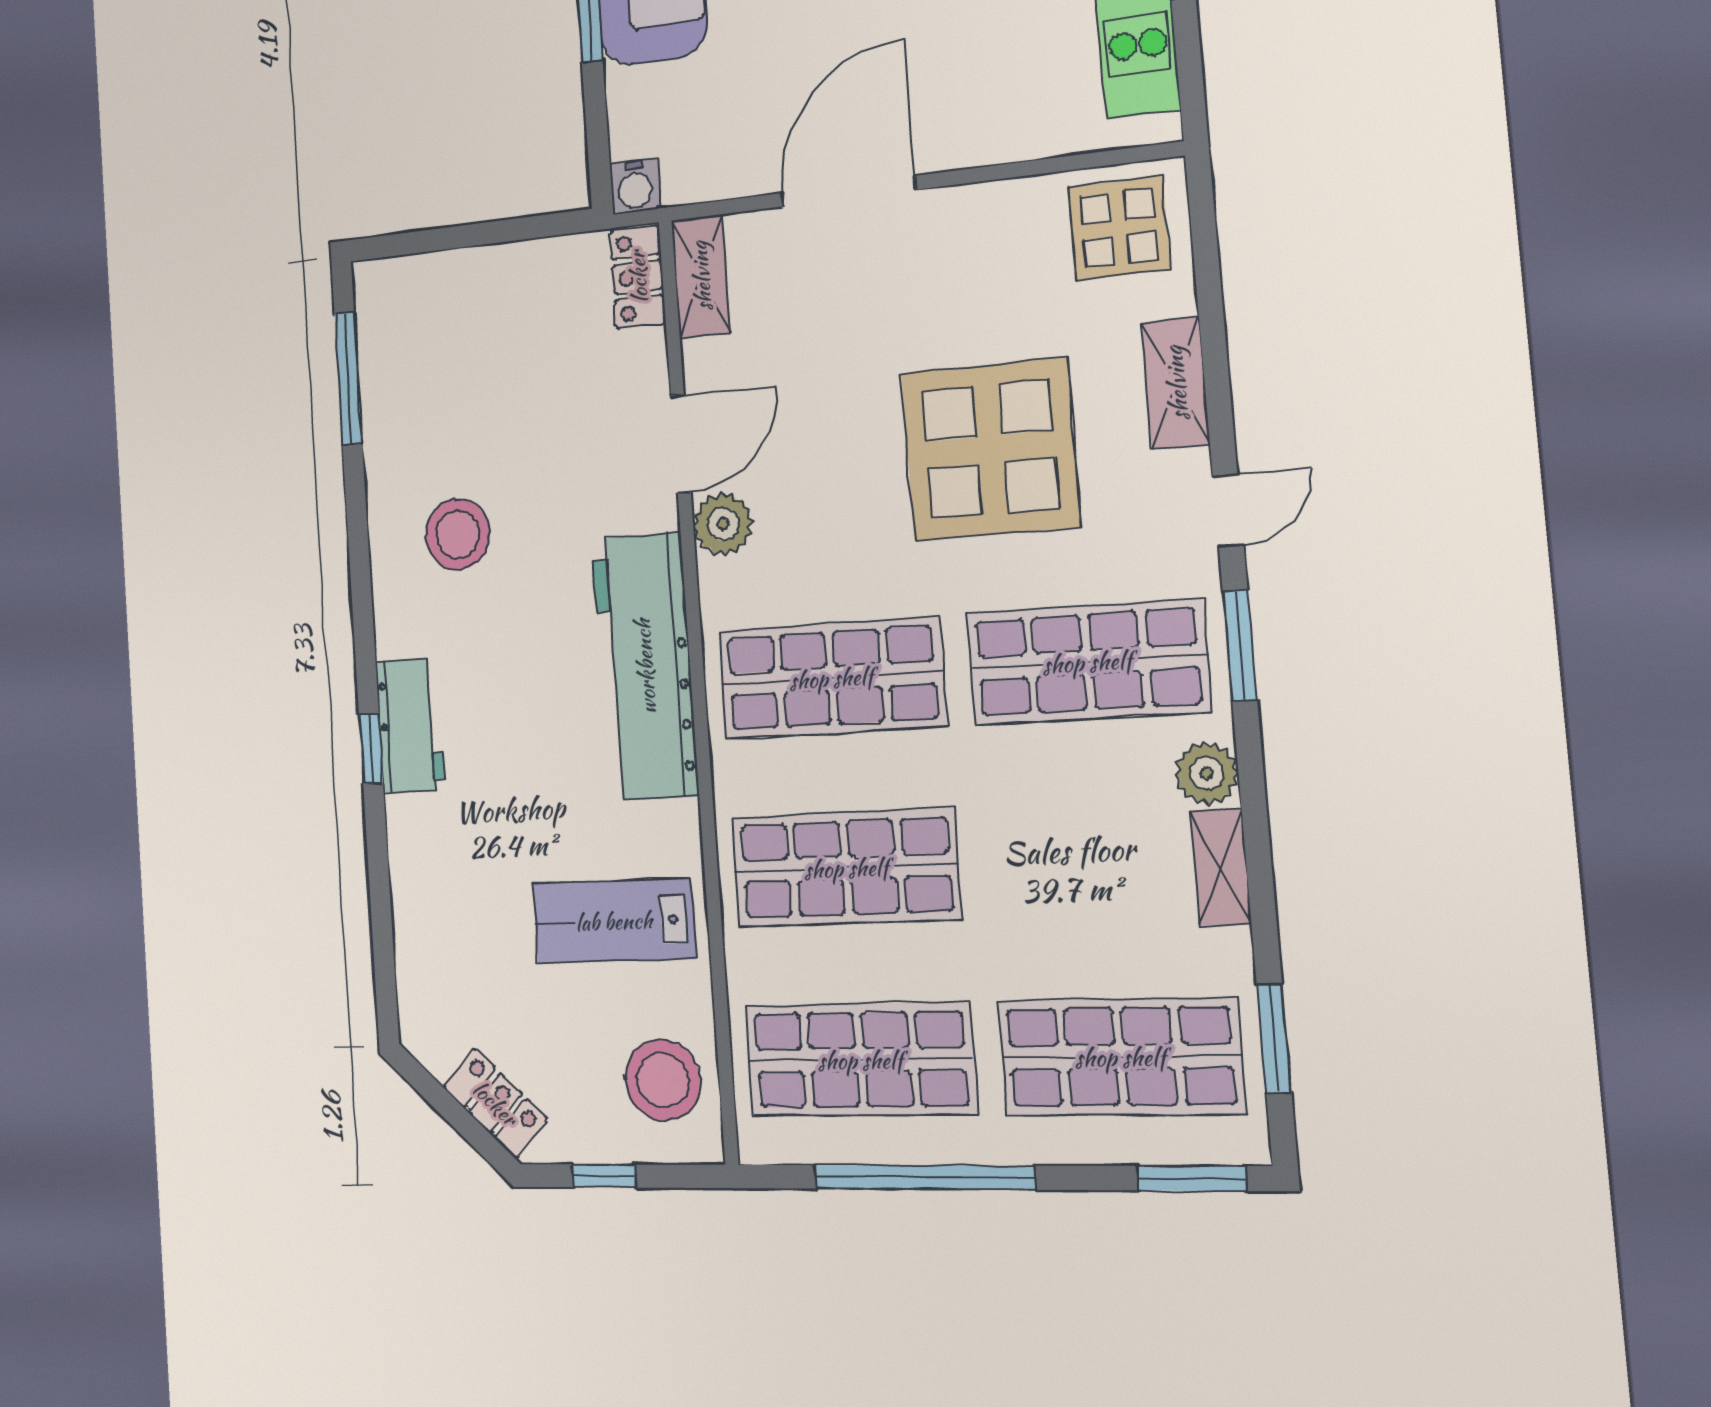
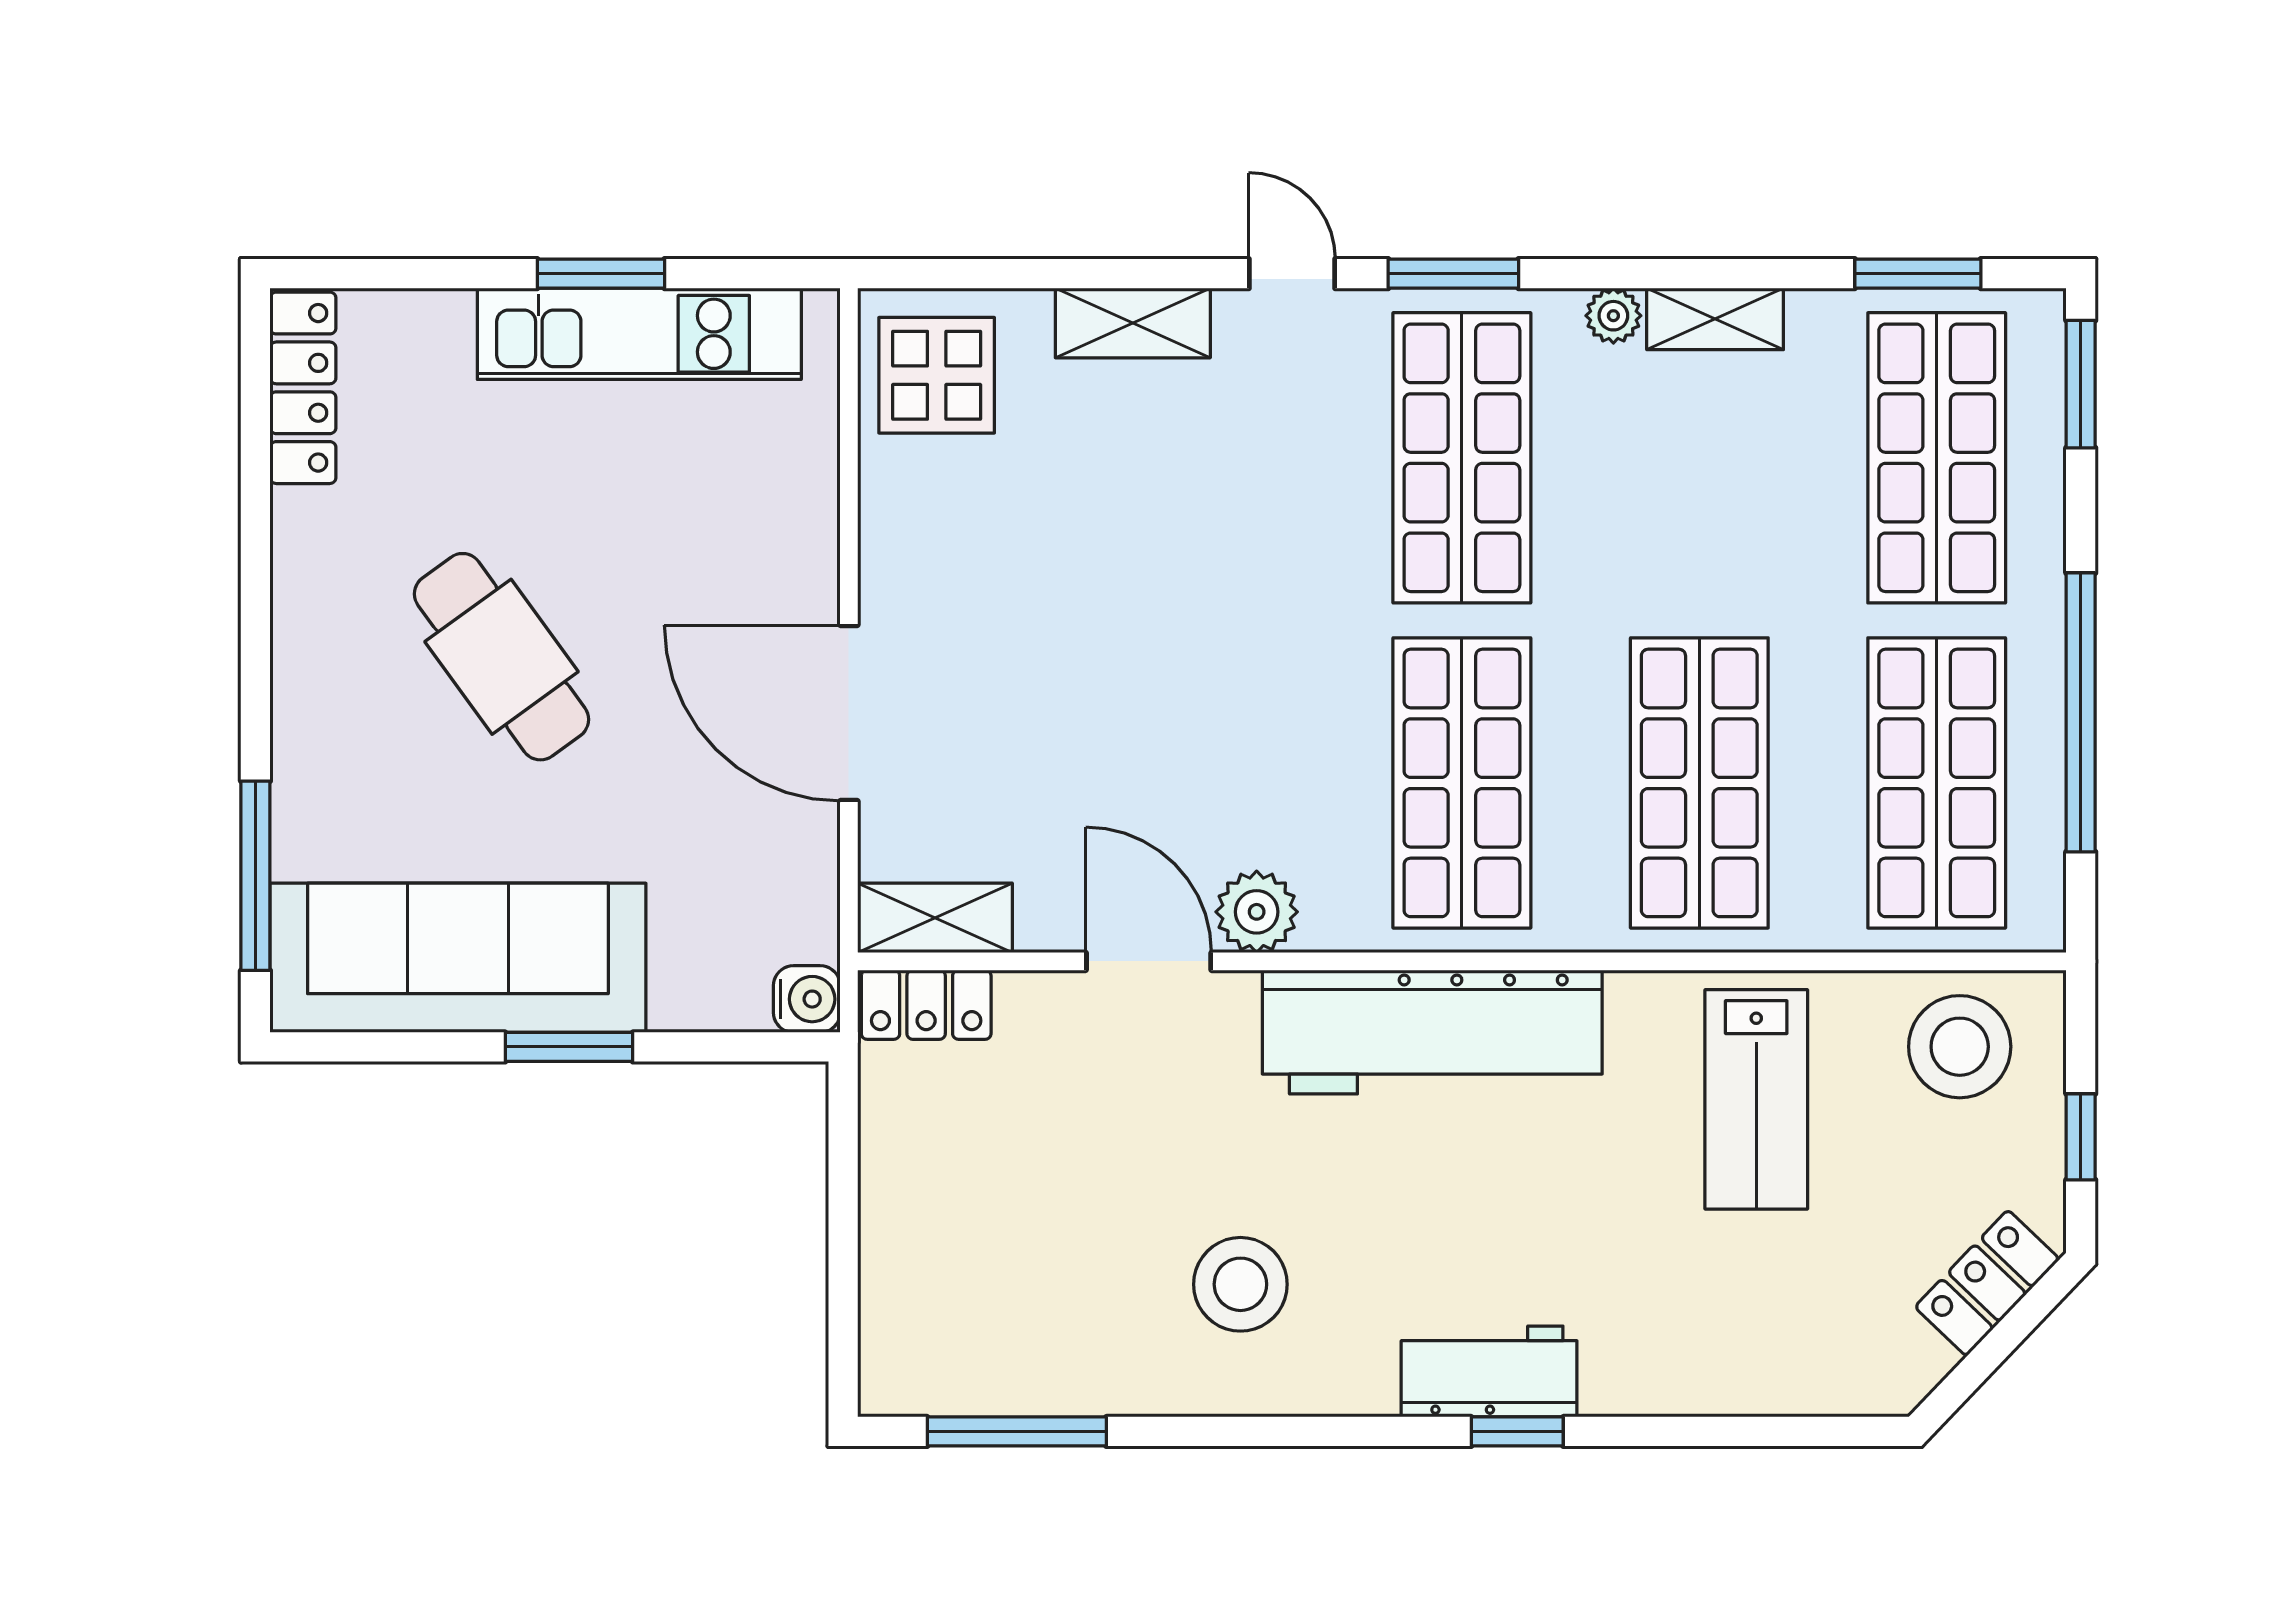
display table: (990, 449) -> (1192, 557), removed
plant: (1206, 773) -> (1613, 316), width x0.73, depth x0.73

